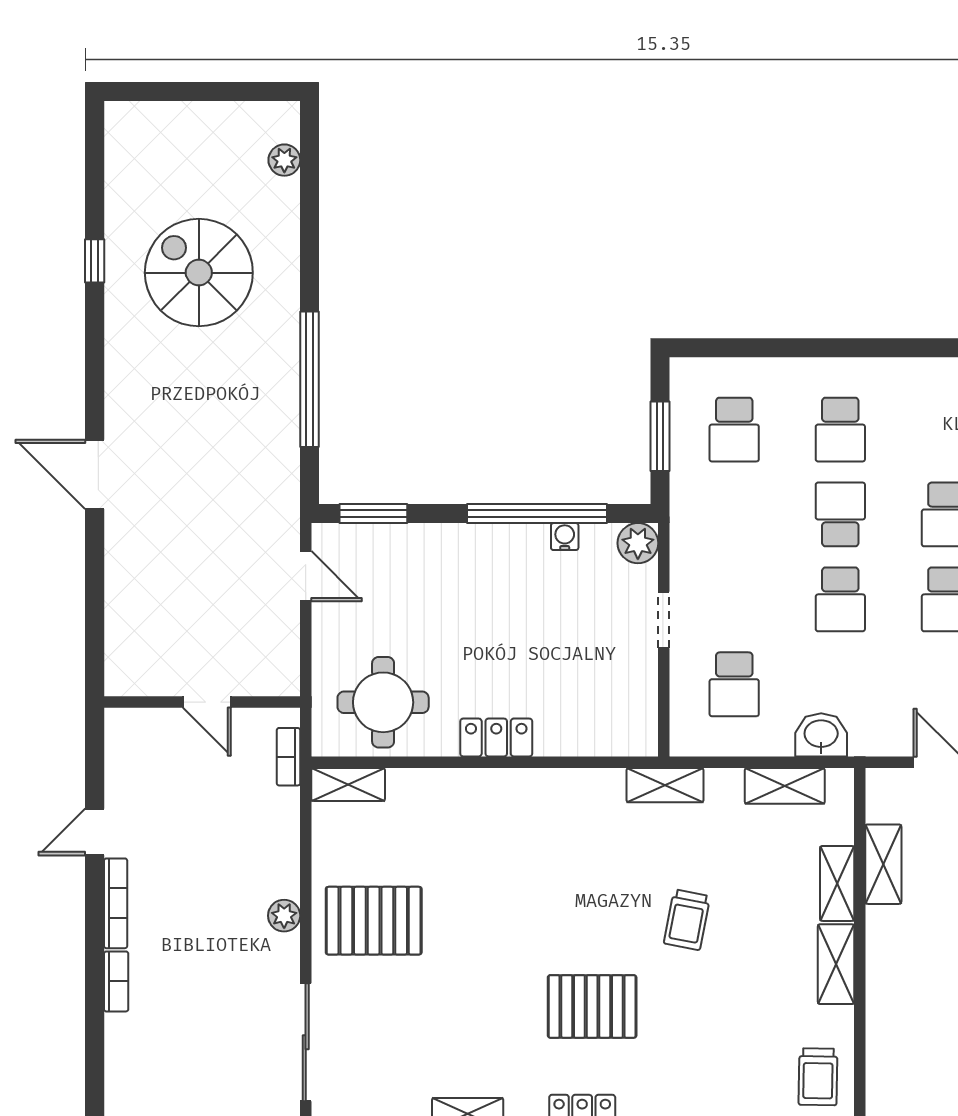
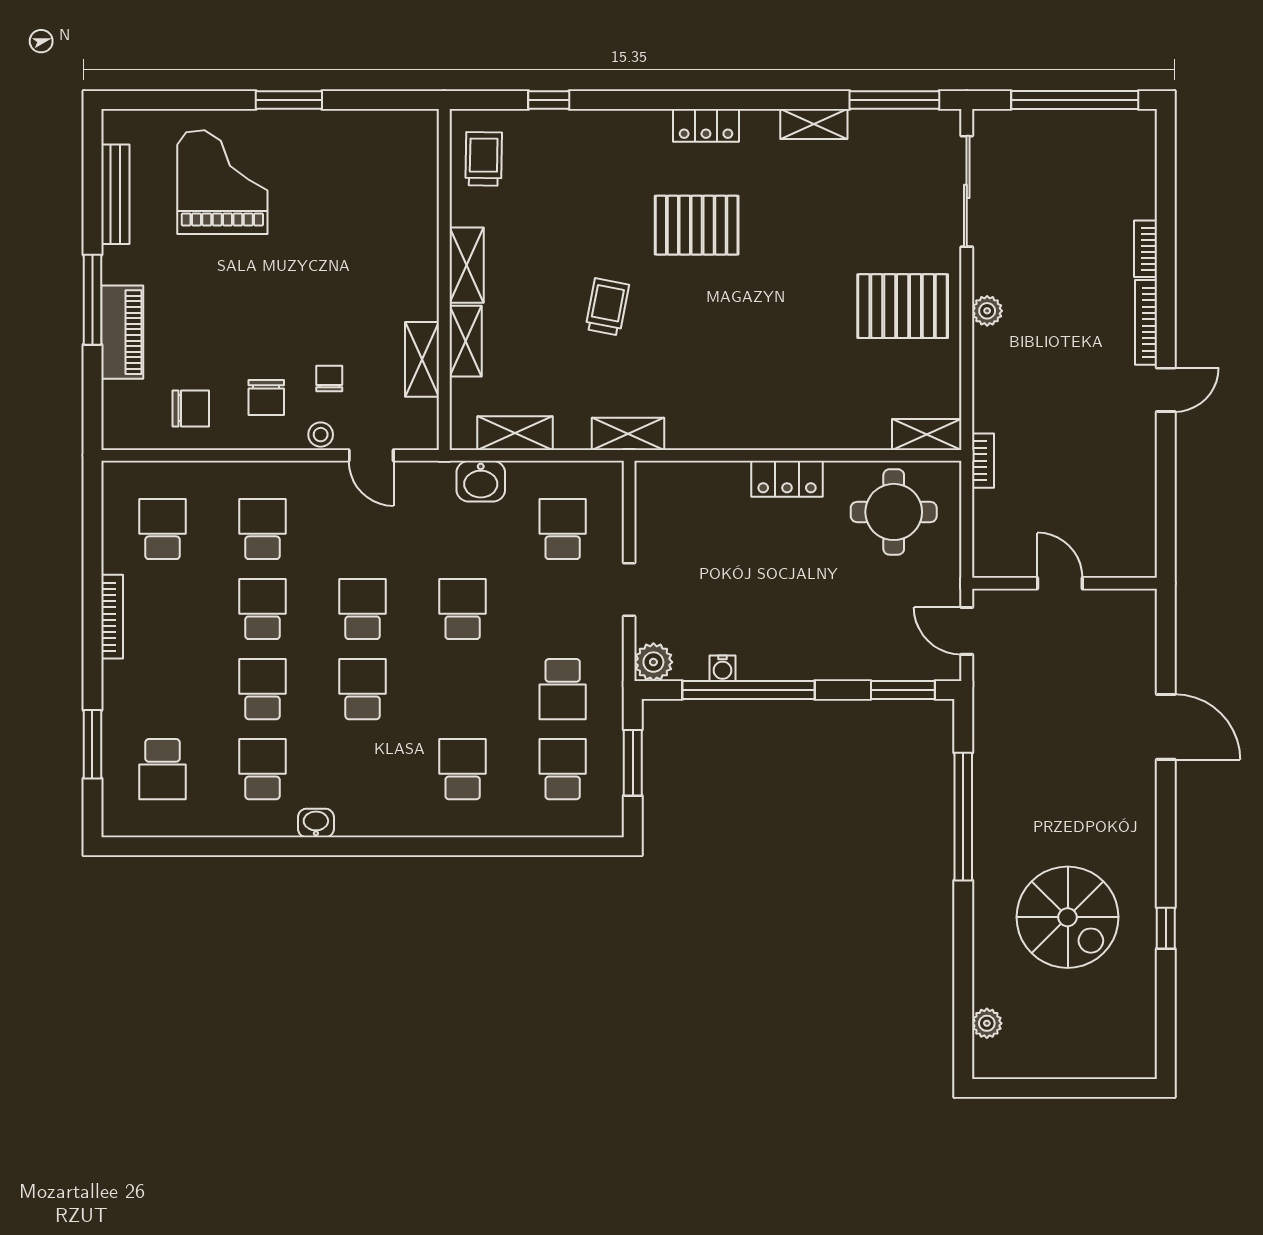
school desk: (840, 514) -> (563, 689), moved
wall: (202, 702) -> (1064, 583), moved
door: (207, 702) -> (1060, 583), moved

